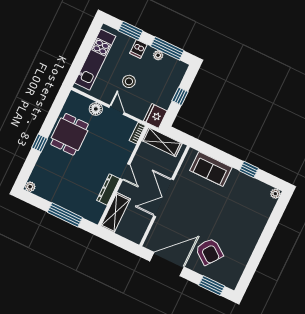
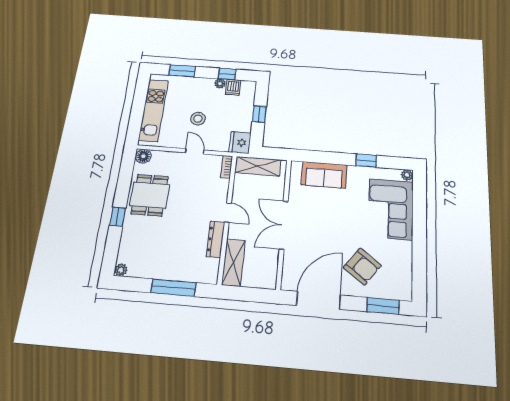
window: (167, 48) -> (227, 74), width x0.46
dishwasher: (138, 49) -> (233, 87), moved
floor lamp: (96, 109) -> (143, 156), moved
corner sofa: (250, 216) -> (391, 209), added

